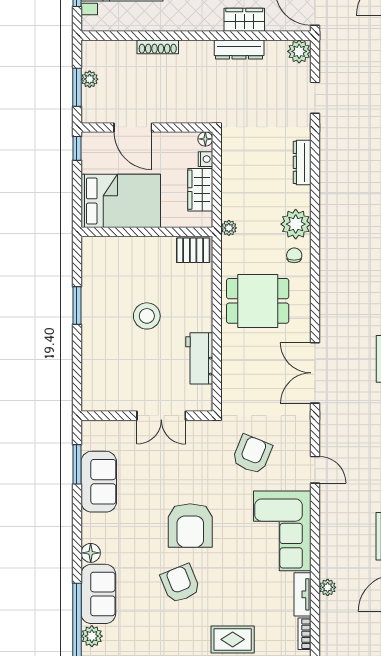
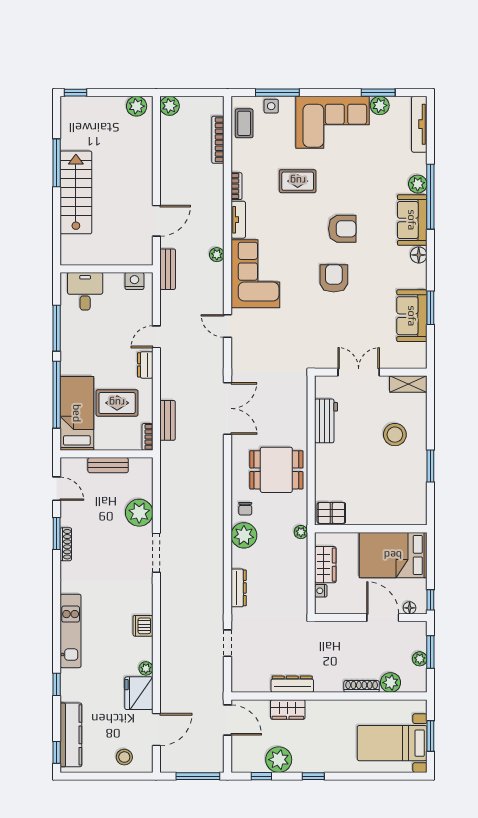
plant: (299, 51) -> (391, 683), moved
floor lamp: (205, 139) -> (410, 608), moved
stool: (147, 316) -> (395, 435), moved
shelving: (103, 402) -> (408, 384), added
armchair: (252, 454) -> (281, 339), removed
window: (77, 464) -> (430, 308), moved
armchair: (190, 526) -> (334, 278), width x0.73, depth x0.73
armchair: (180, 584) -> (342, 229), turned -68
plant: (328, 587) -> (217, 255), moved

